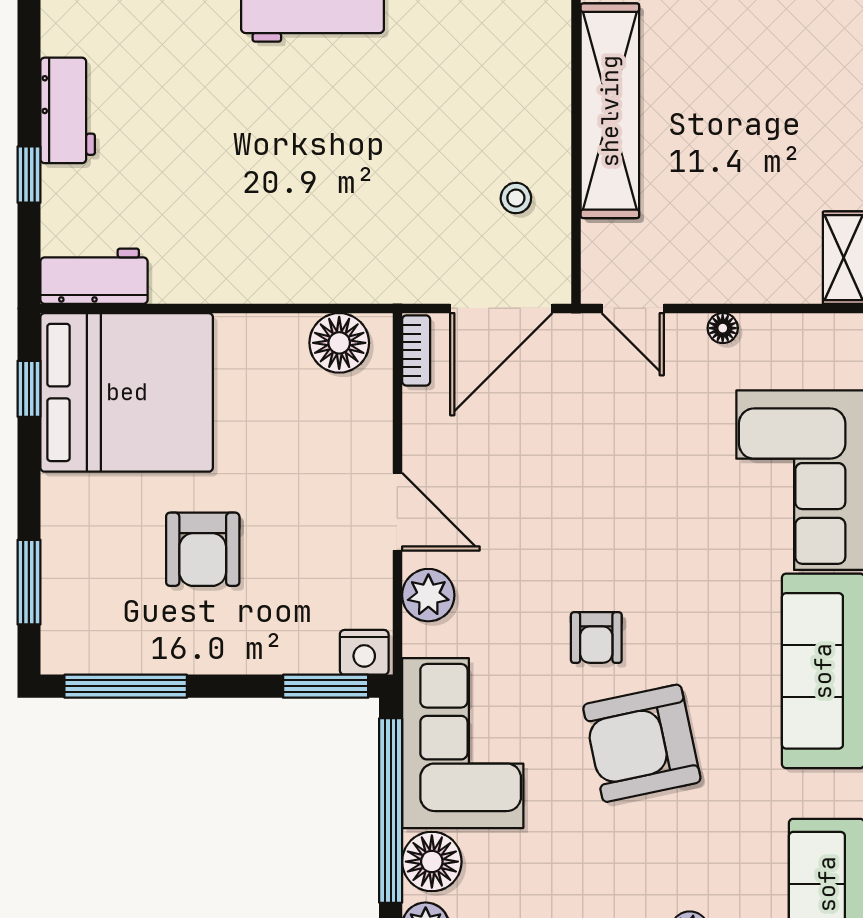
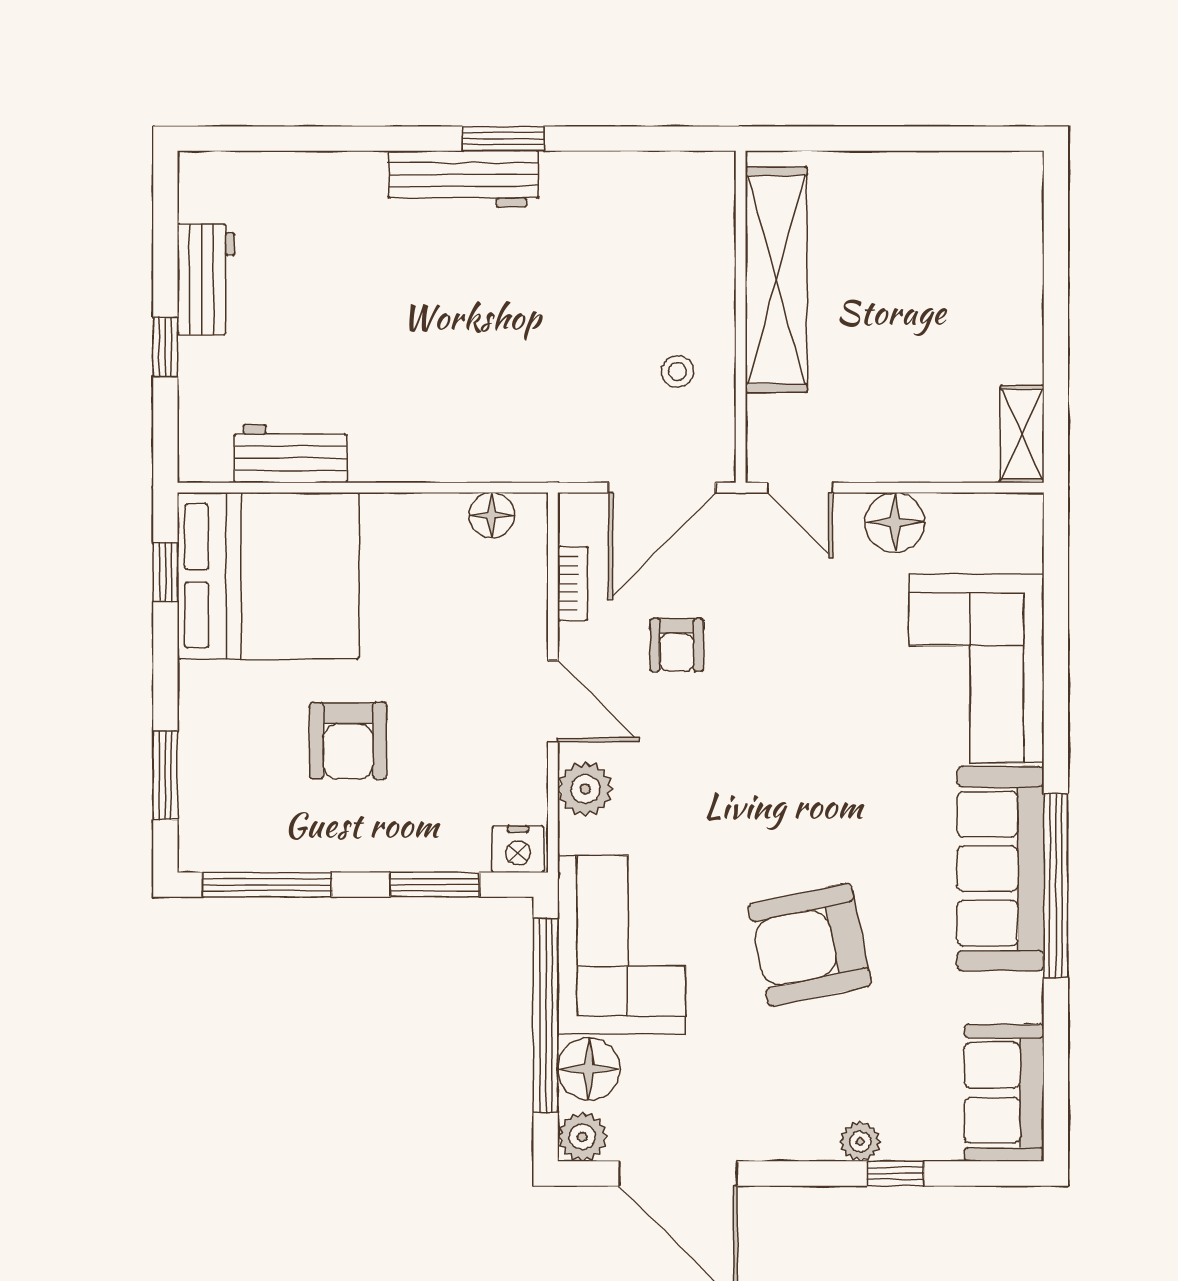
workbench: (94, 276) -> (291, 454), moved
floor lamp: (723, 328) -> (895, 522), width x1.89, depth x1.89
floor lamp: (339, 343) -> (492, 515), width x0.73, depth x0.73
bookcase: (416, 350) -> (572, 584), moved
armchair: (596, 638) -> (677, 645), moved
window: (326, 686) -> (435, 885), moved

